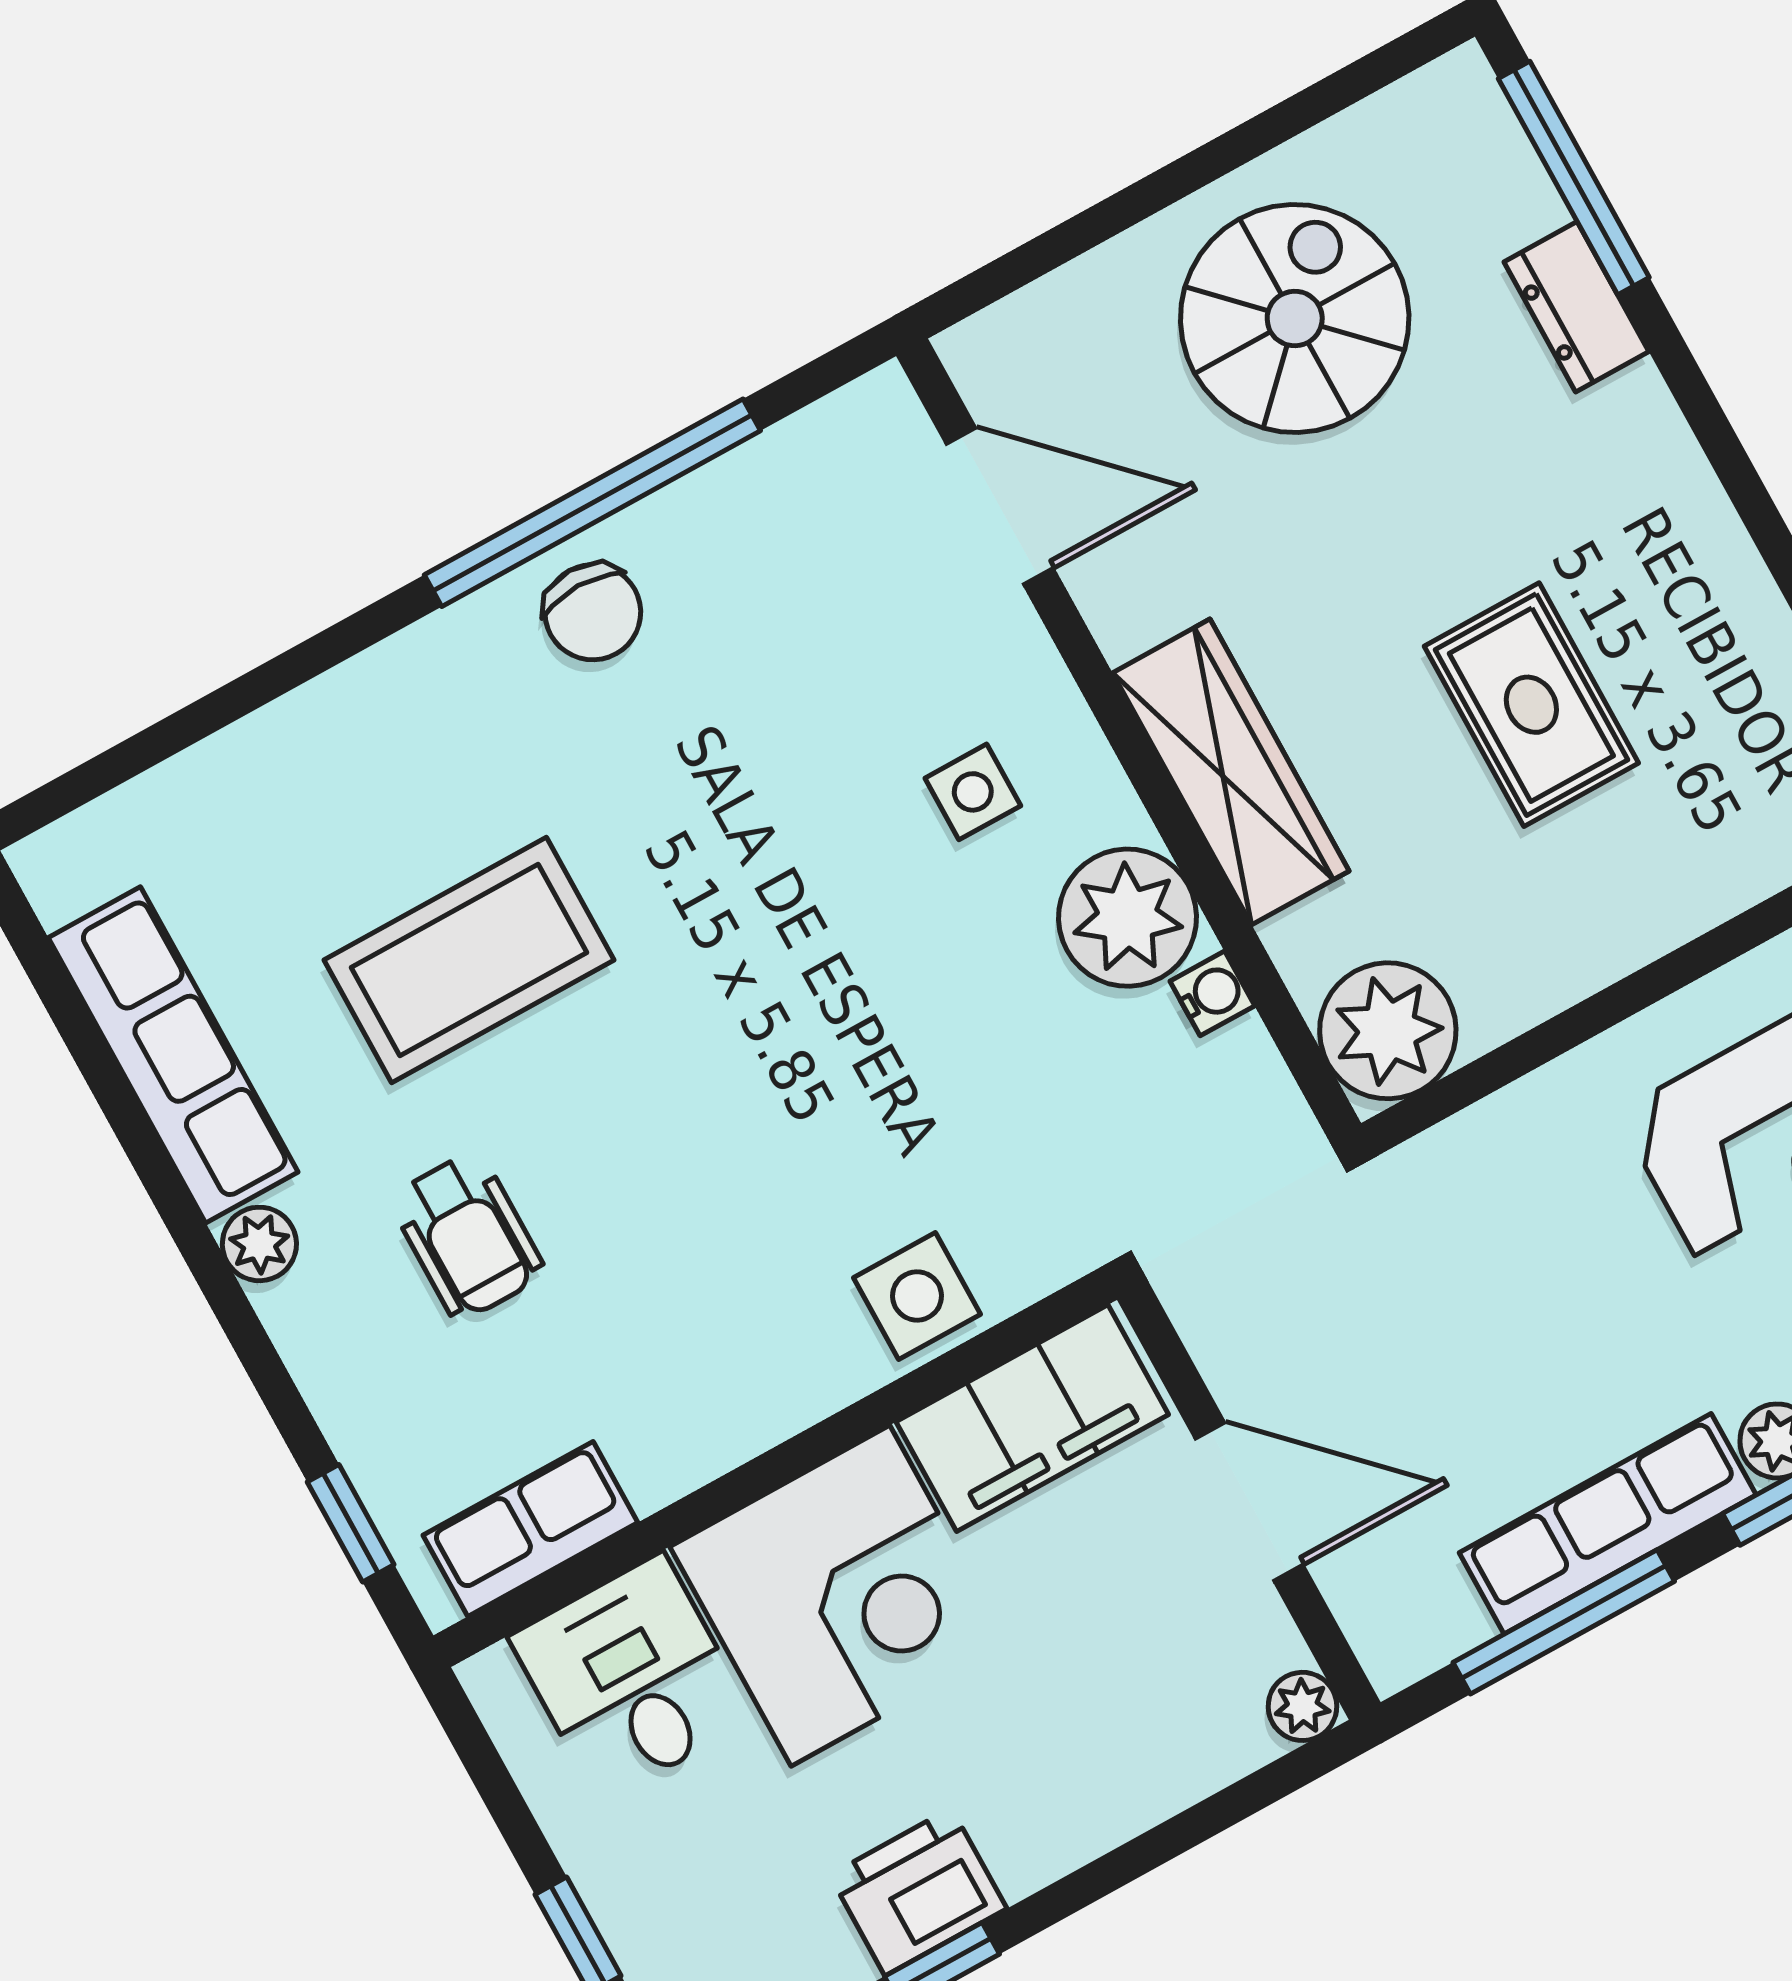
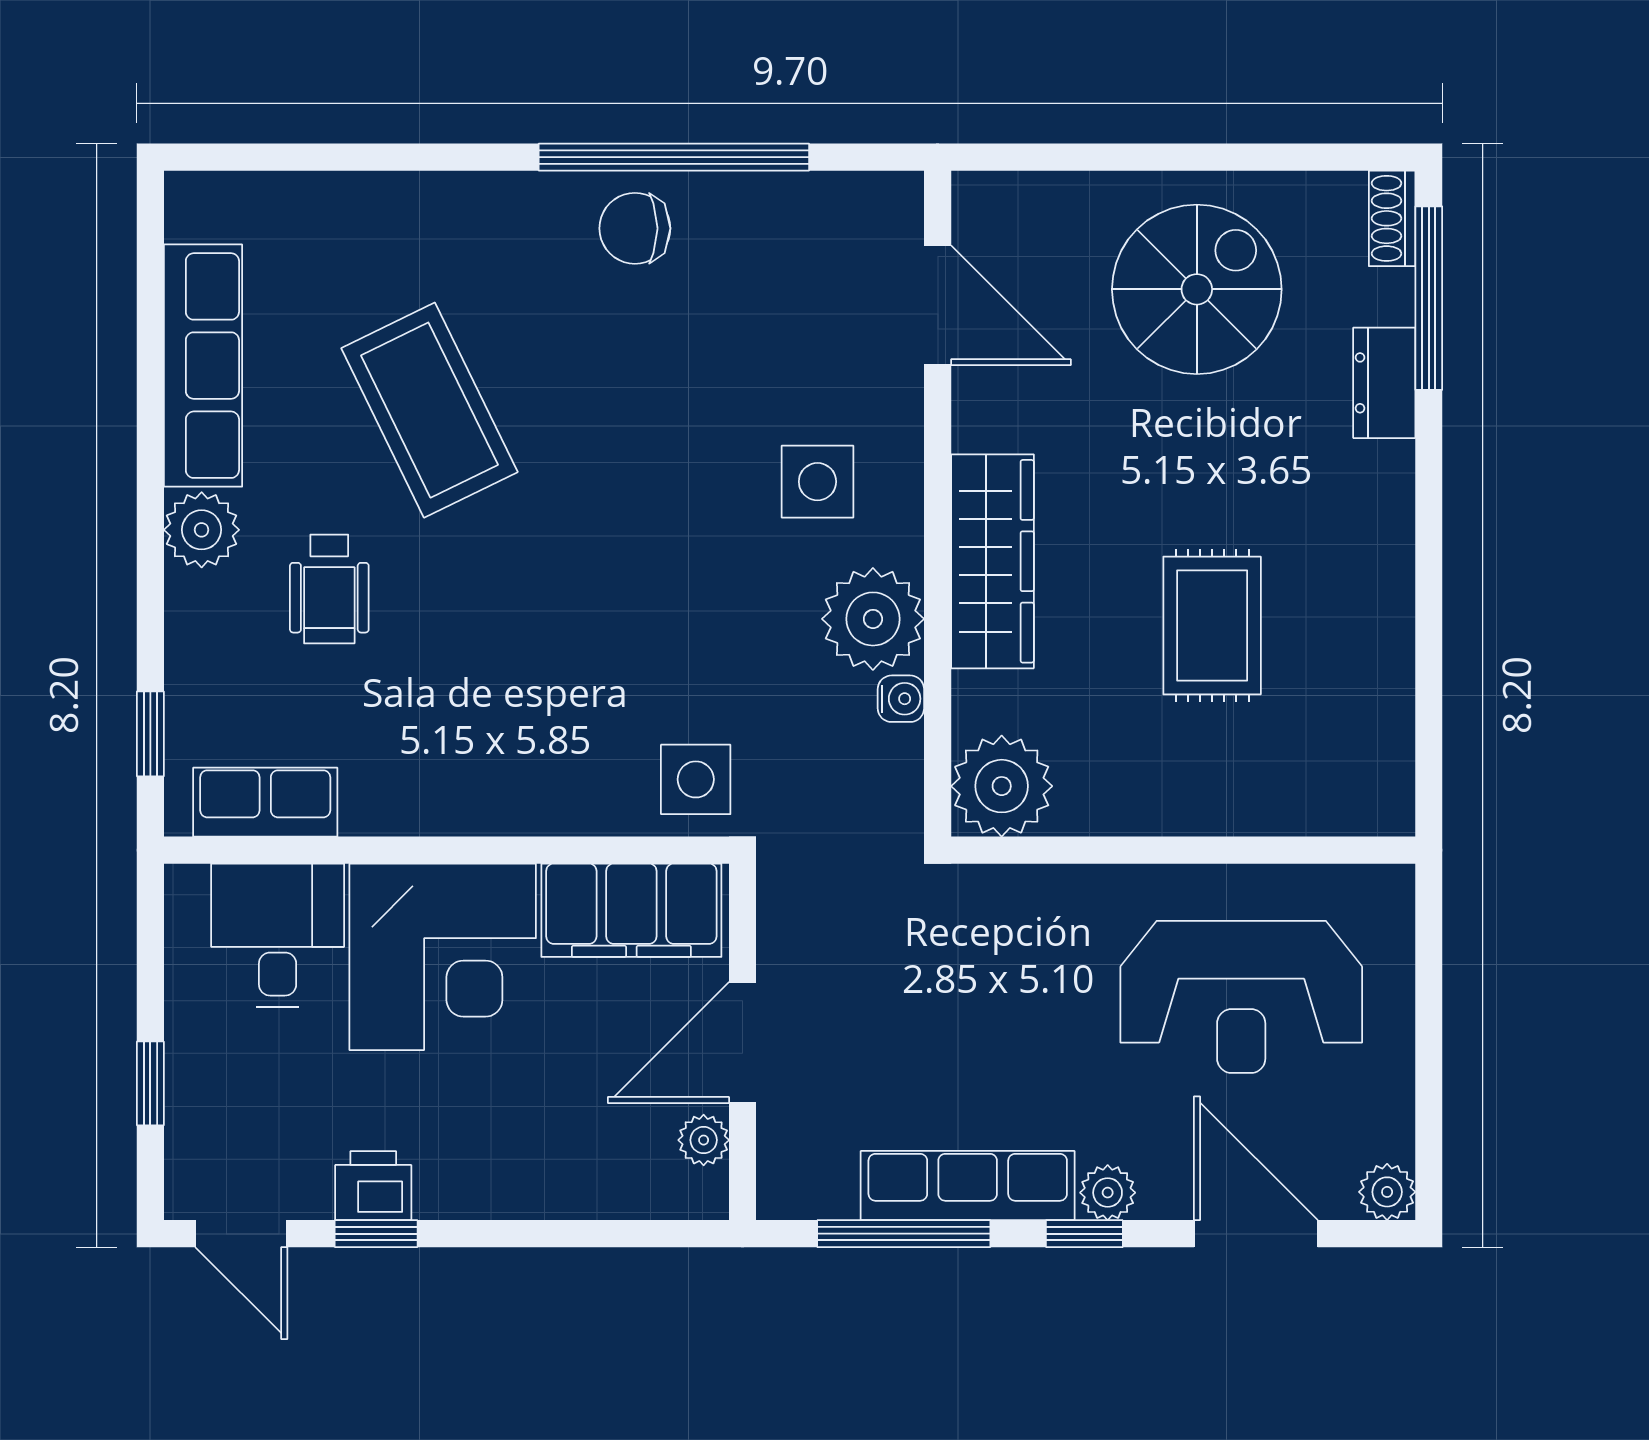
shoe rack: (1479, 108) -> (1392, 218), added
chair: (593, 612) -> (635, 228), turned 90
side table: (973, 792) -> (817, 482), width x1.37, depth x1.37
coffee table: (469, 960) -> (429, 410), turned 64
plant: (259, 1244) -> (202, 530), width x1.38, depth x1.38
side table: (917, 1296) -> (696, 779), moved
door: (1249, 1502) -> (742, 1042), swing flipped
plant: (1302, 1706) -> (704, 1140), moved
printer: (918, 1892) -> (373, 1186), width x0.73, depth x0.81

